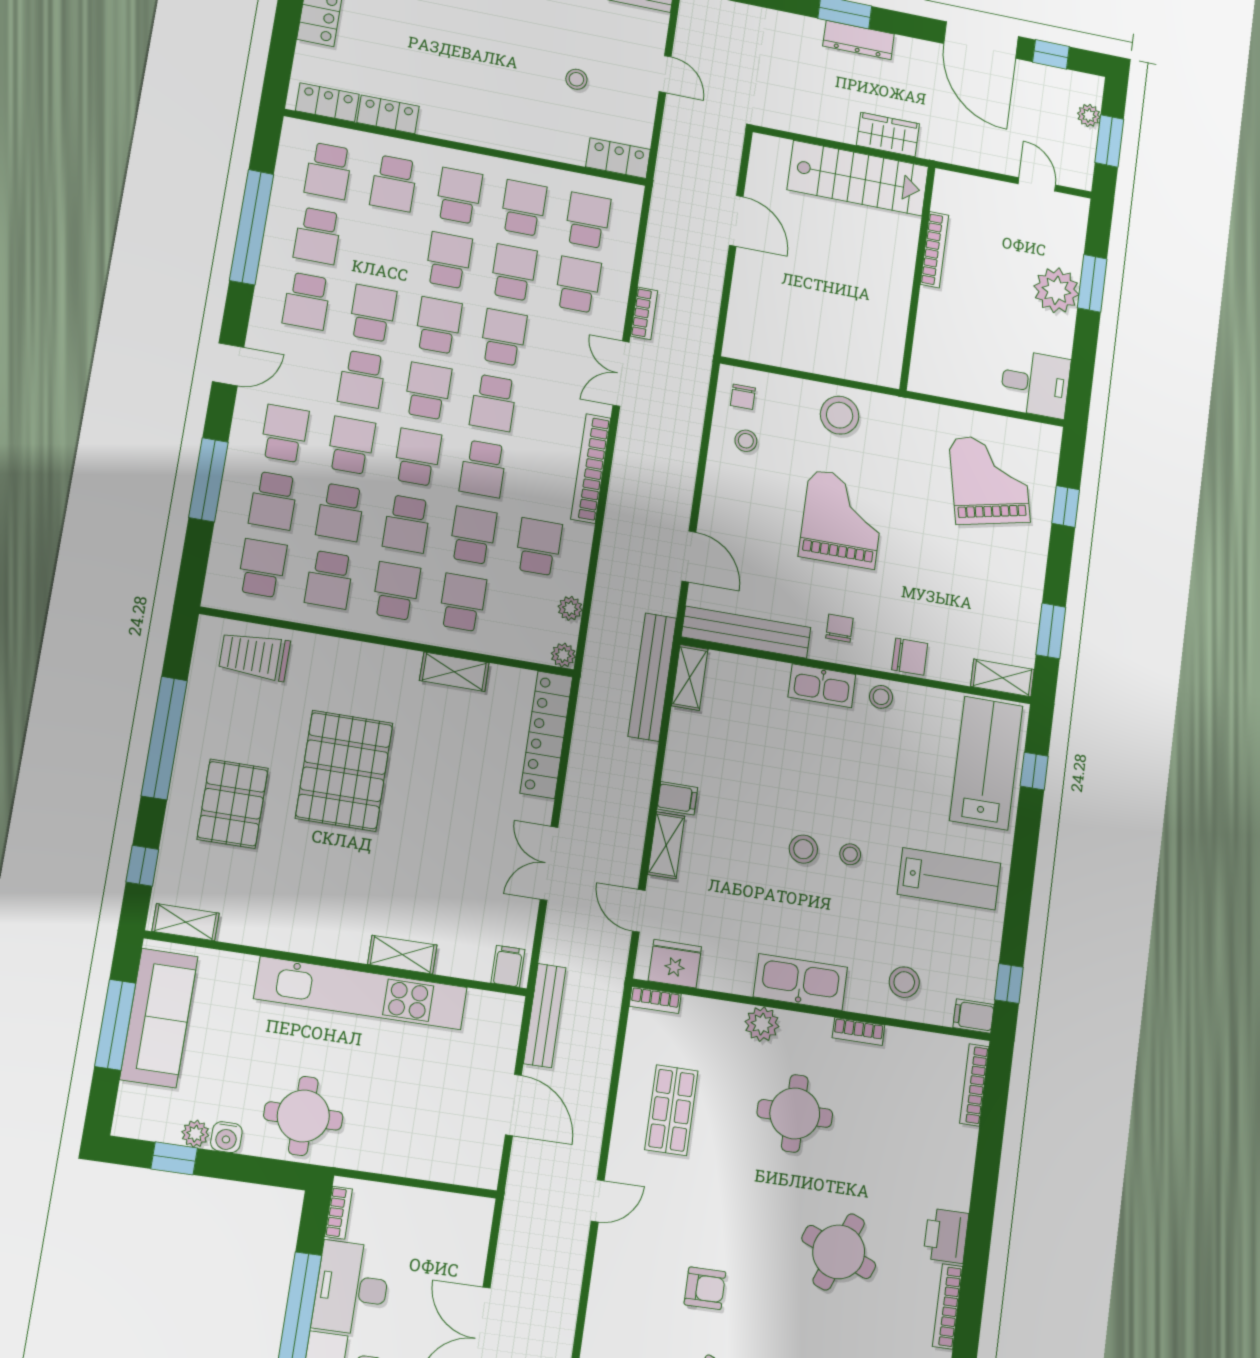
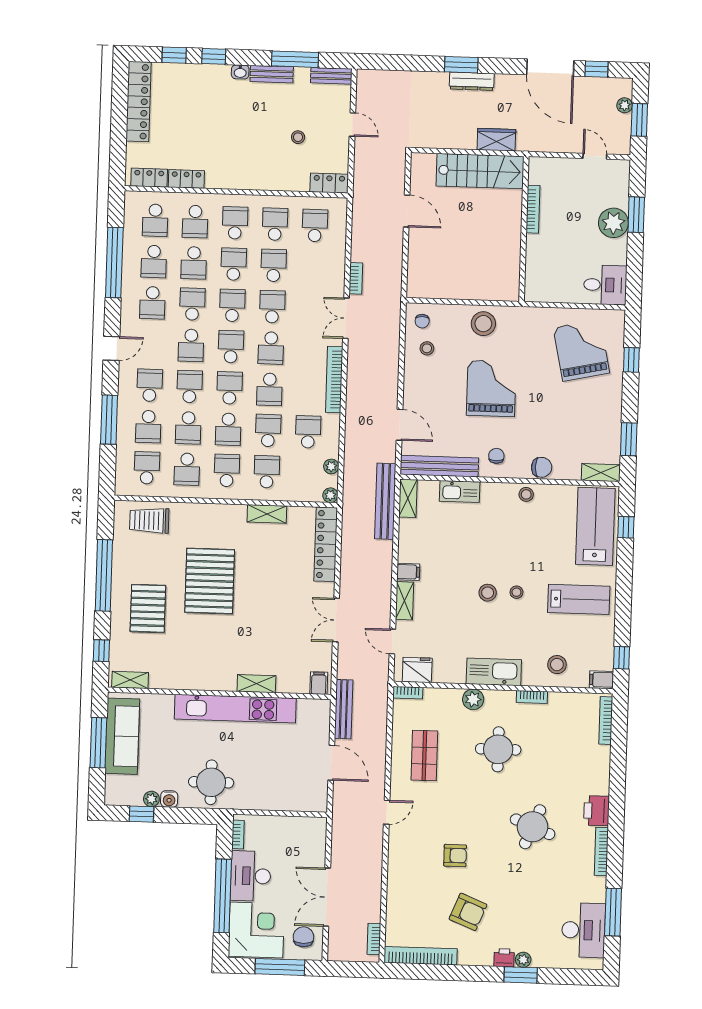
school desk: (578, 285) -> (194, 263), moved, turned 180
kitchen sink: (822, 686) -> (460, 492), moved

